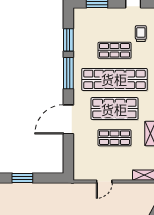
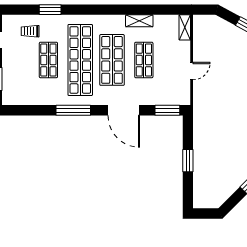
window: (68, 40) -> (167, 110), moved
door: (104, 182) -> (192, 71), hinge flipped

